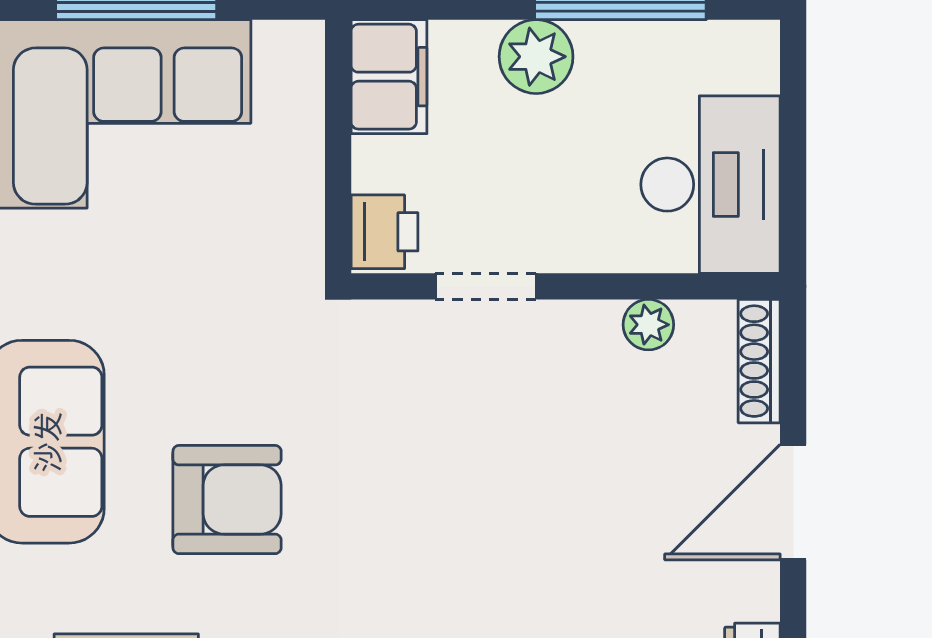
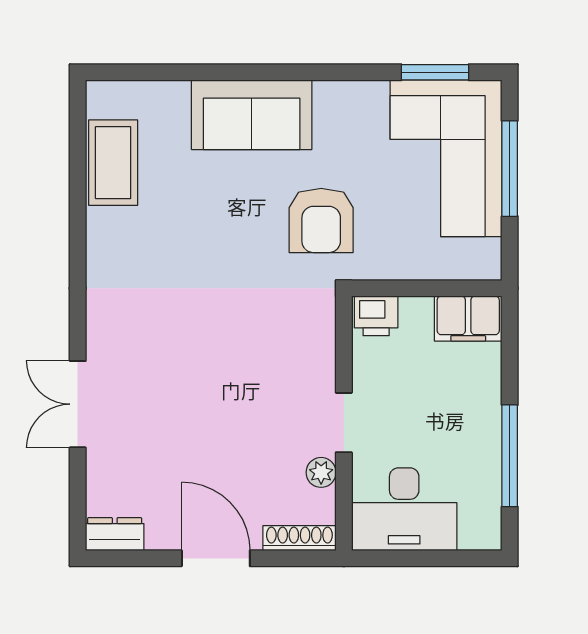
plant: (536, 57) -> (480, 406), removed
doorway: (486, 286) -> (344, 423), moved
armchair: (227, 500) -> (321, 220), moved

